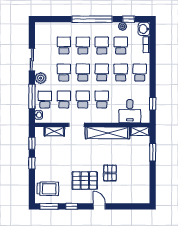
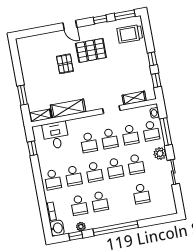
school desk: (83, 46) -> (120, 198), removed
shelving: (107, 133) -> (68, 109), width x0.68

